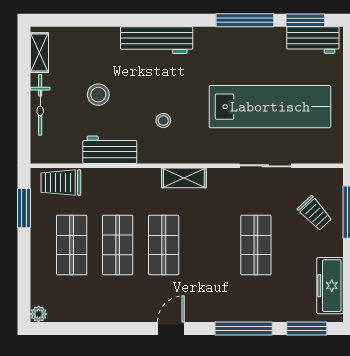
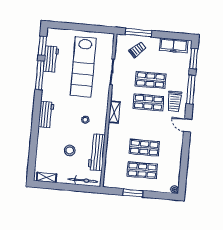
workbench: (157, 40) -> (46, 115), width x0.73
workbench: (313, 40) -> (51, 59), moved
bicycle: (40, 105) -> (83, 180), moved
lab bench: (270, 107) -> (83, 67), turned 180
workbench: (110, 150) -> (97, 152), width x1.38
trolley: (61, 183) -> (174, 101), moved
window: (24, 208) -> (133, 193), moved
shop shelf: (164, 245) -> (148, 103), moved

